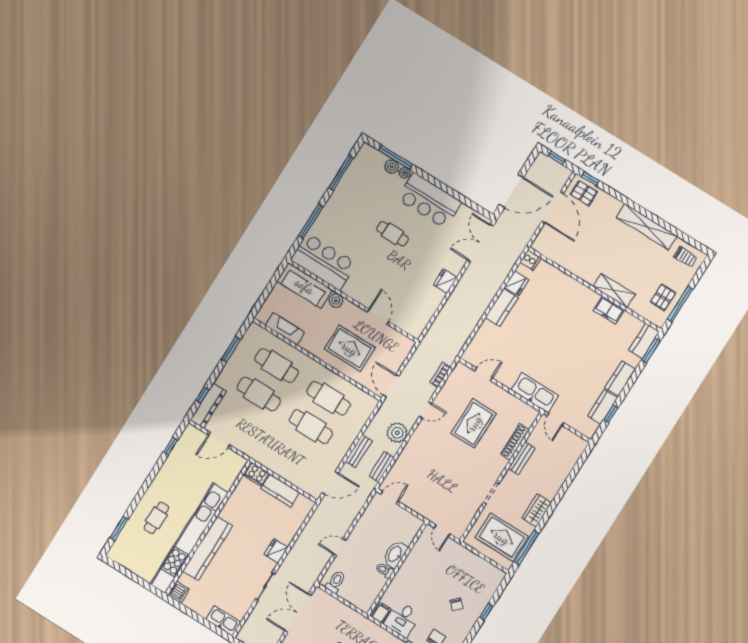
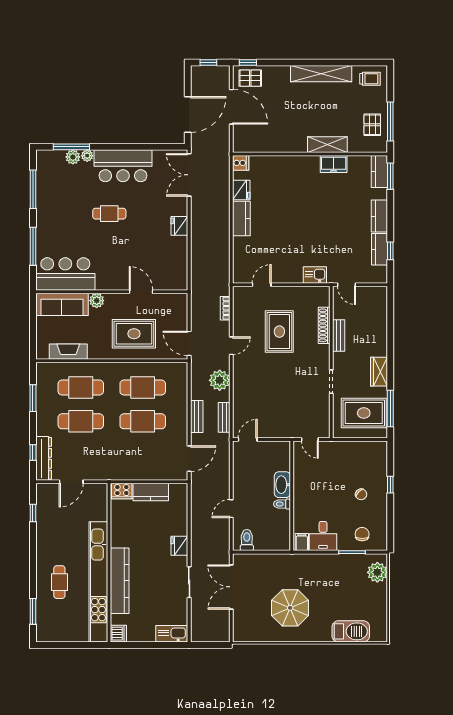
kitchen sink: (535, 393) -> (315, 275), width x0.53, depth x0.81

